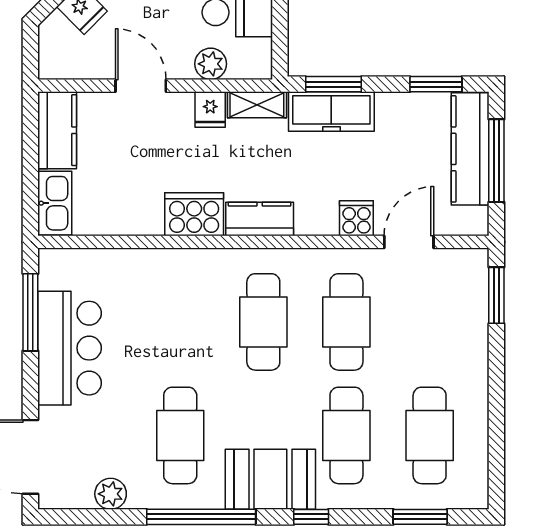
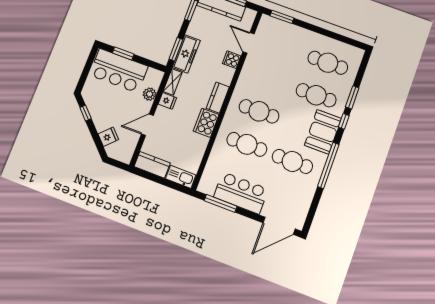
cafe table: (346, 322) -> (247, 144), moved
plant: (111, 494) -> (306, 199), removed
window: (420, 517) -> (352, 97), moved

